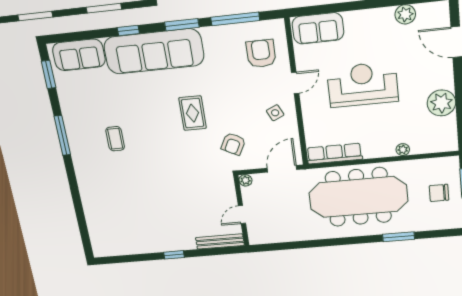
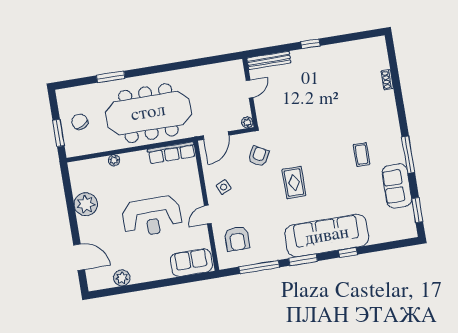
sofa: (79, 55) -> (397, 186), moved, turned -90
chair: (439, 193) -> (80, 122), turned -117
shoe rack: (89, 214) -> (387, 80), added

